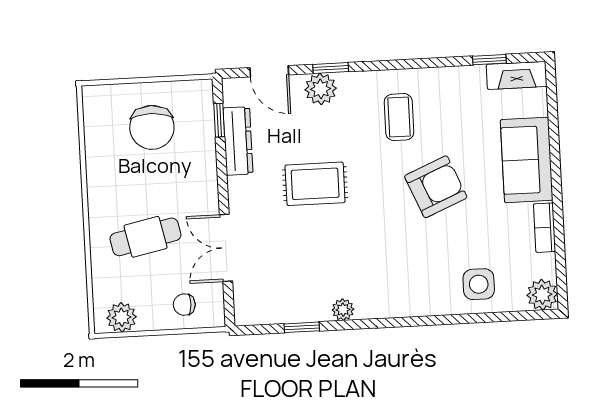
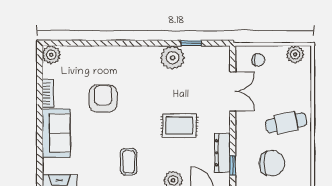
chair: (152, 127) -> (272, 163), turned 89
armchair: (436, 187) -> (103, 99), moved, turned 113
cafe table: (145, 237) -> (286, 123), moved
side table: (479, 284) -> (88, 63), removed
plant: (343, 310) -> (173, 58), width x1.88, depth x1.88

